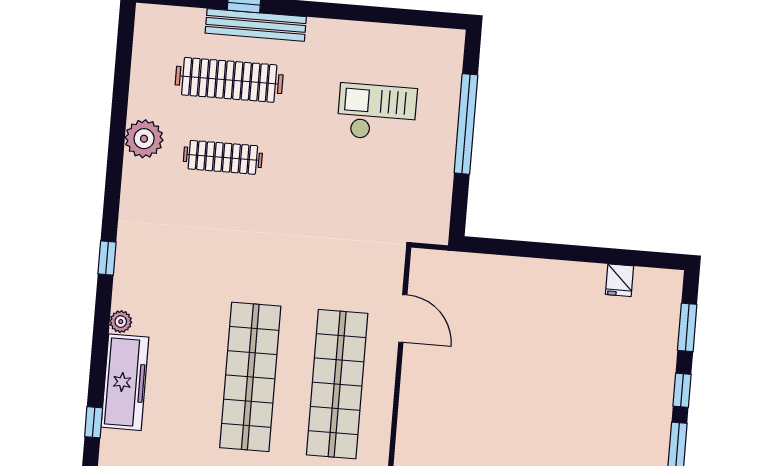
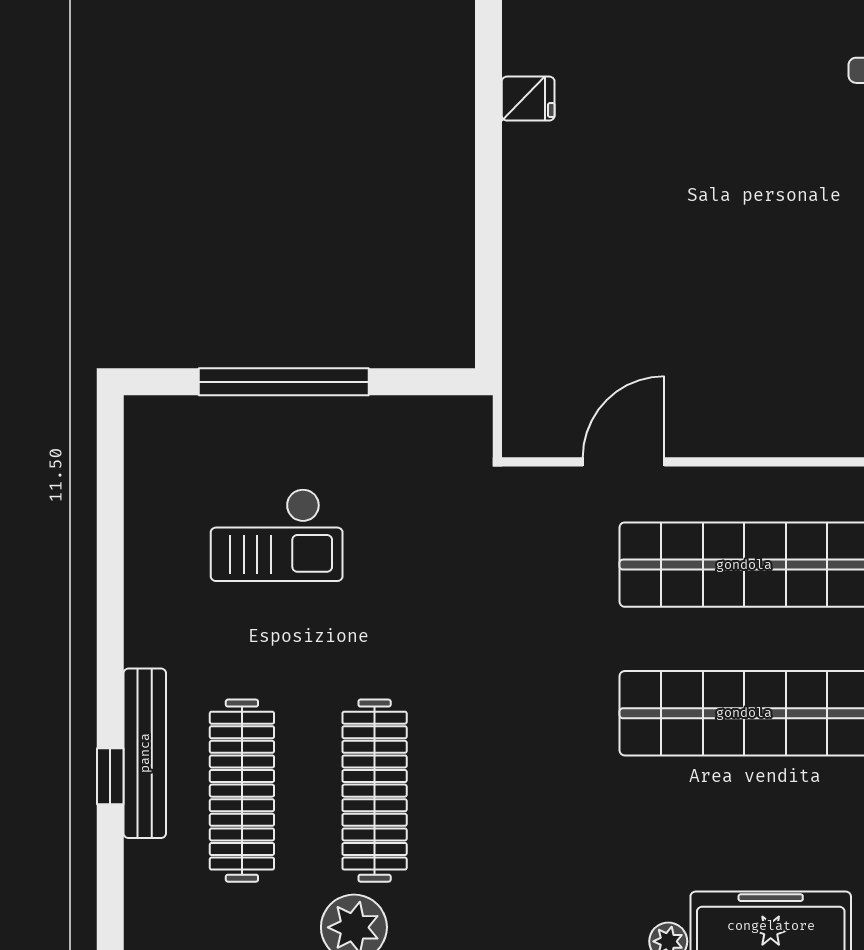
checkout: (377, 112) -> (277, 535), turned -90
clothes rail: (223, 157) -> (375, 791), width x1.37, depth x1.31

